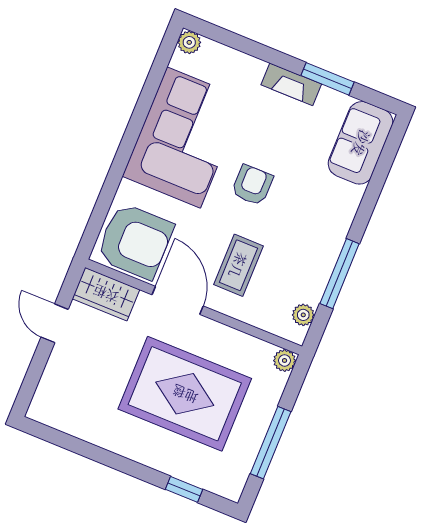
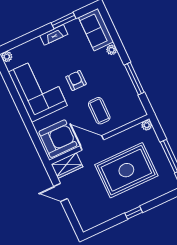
plant: (303, 315) -> (112, 50), moved
window: (184, 489) -> (134, 213), moved

